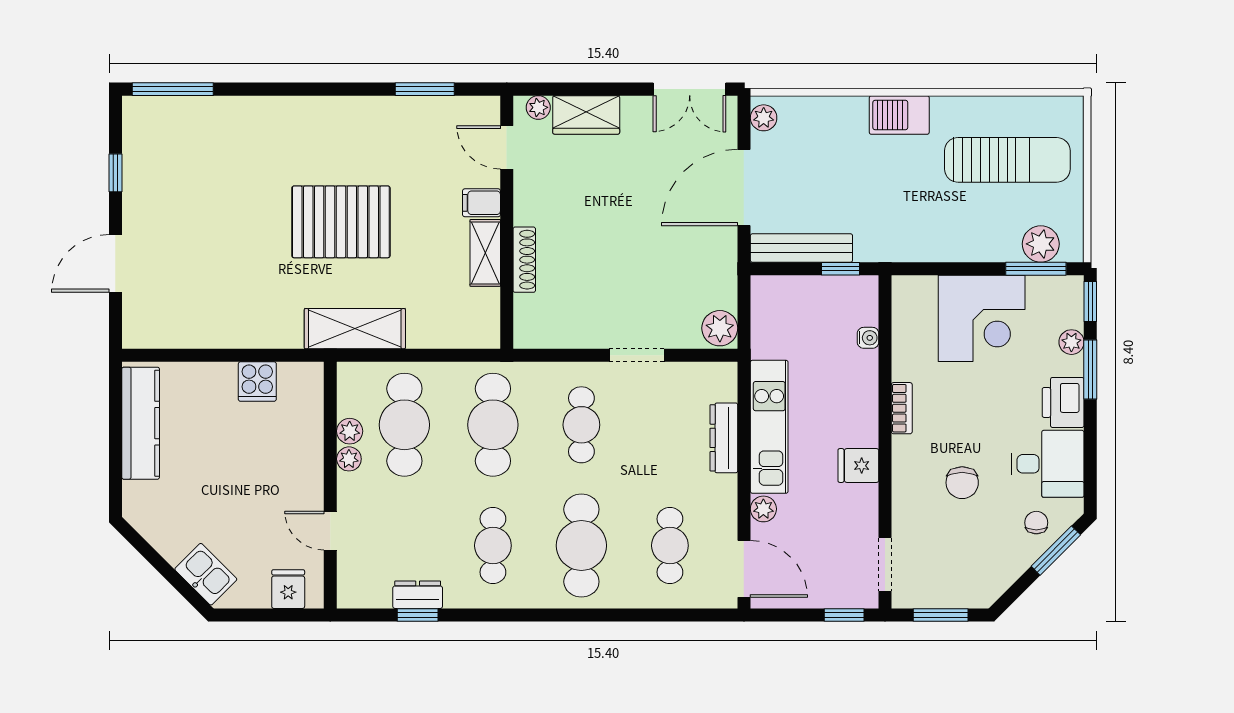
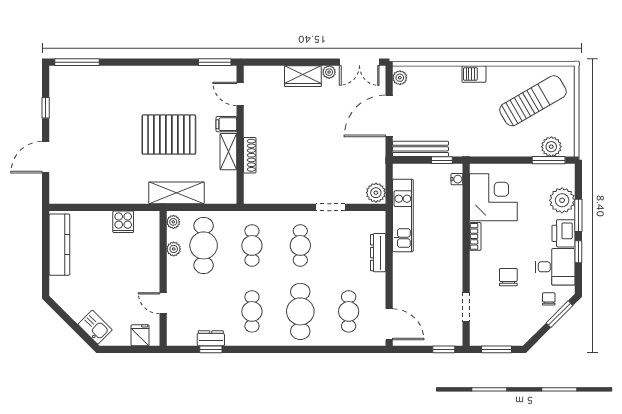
plant: (538, 107) -> (329, 72), moved
barbecue: (899, 115) -> (474, 74), width x0.73, depth x0.79
door: (507, 147) -> (240, 94), moved
sun lounger: (1007, 160) -> (533, 101), turned -30
filing cabinet: (481, 203) -> (226, 124), moved
wall: (507, 222) -> (240, 135), moved
shelving: (485, 253) -> (228, 152), moved
shoe rack: (524, 260) -> (250, 155), moved
window: (1090, 302) -> (578, 252), moved
corner desk: (982, 318) -> (493, 197), moved, turned -90
water cooler: (868, 338) -> (457, 179), moved
plant: (1071, 342) -> (562, 200), width x1.88, depth x1.88
cafe table: (493, 425) -> (252, 245), width x0.73, depth x0.74
kitchen unit: (769, 427) -> (403, 215), moved
plant: (349, 459) -> (173, 222), moved
fridge: (858, 466) -> (452, 268), removed
chair: (962, 483) -> (508, 277), turned 180
plant: (763, 509) -> (400, 291), removed
doorway: (885, 564) -> (466, 307), moved

